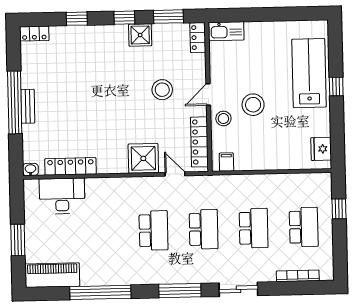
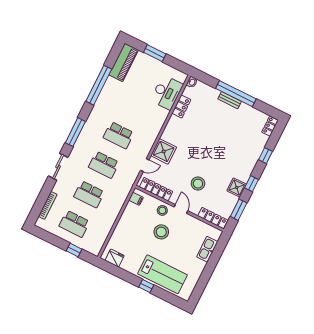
kitchen sink: (226, 31) -> (207, 249), moved
locker: (198, 37) -> (213, 218), width x1.53
locker: (70, 166) -> (181, 106), width x0.66

